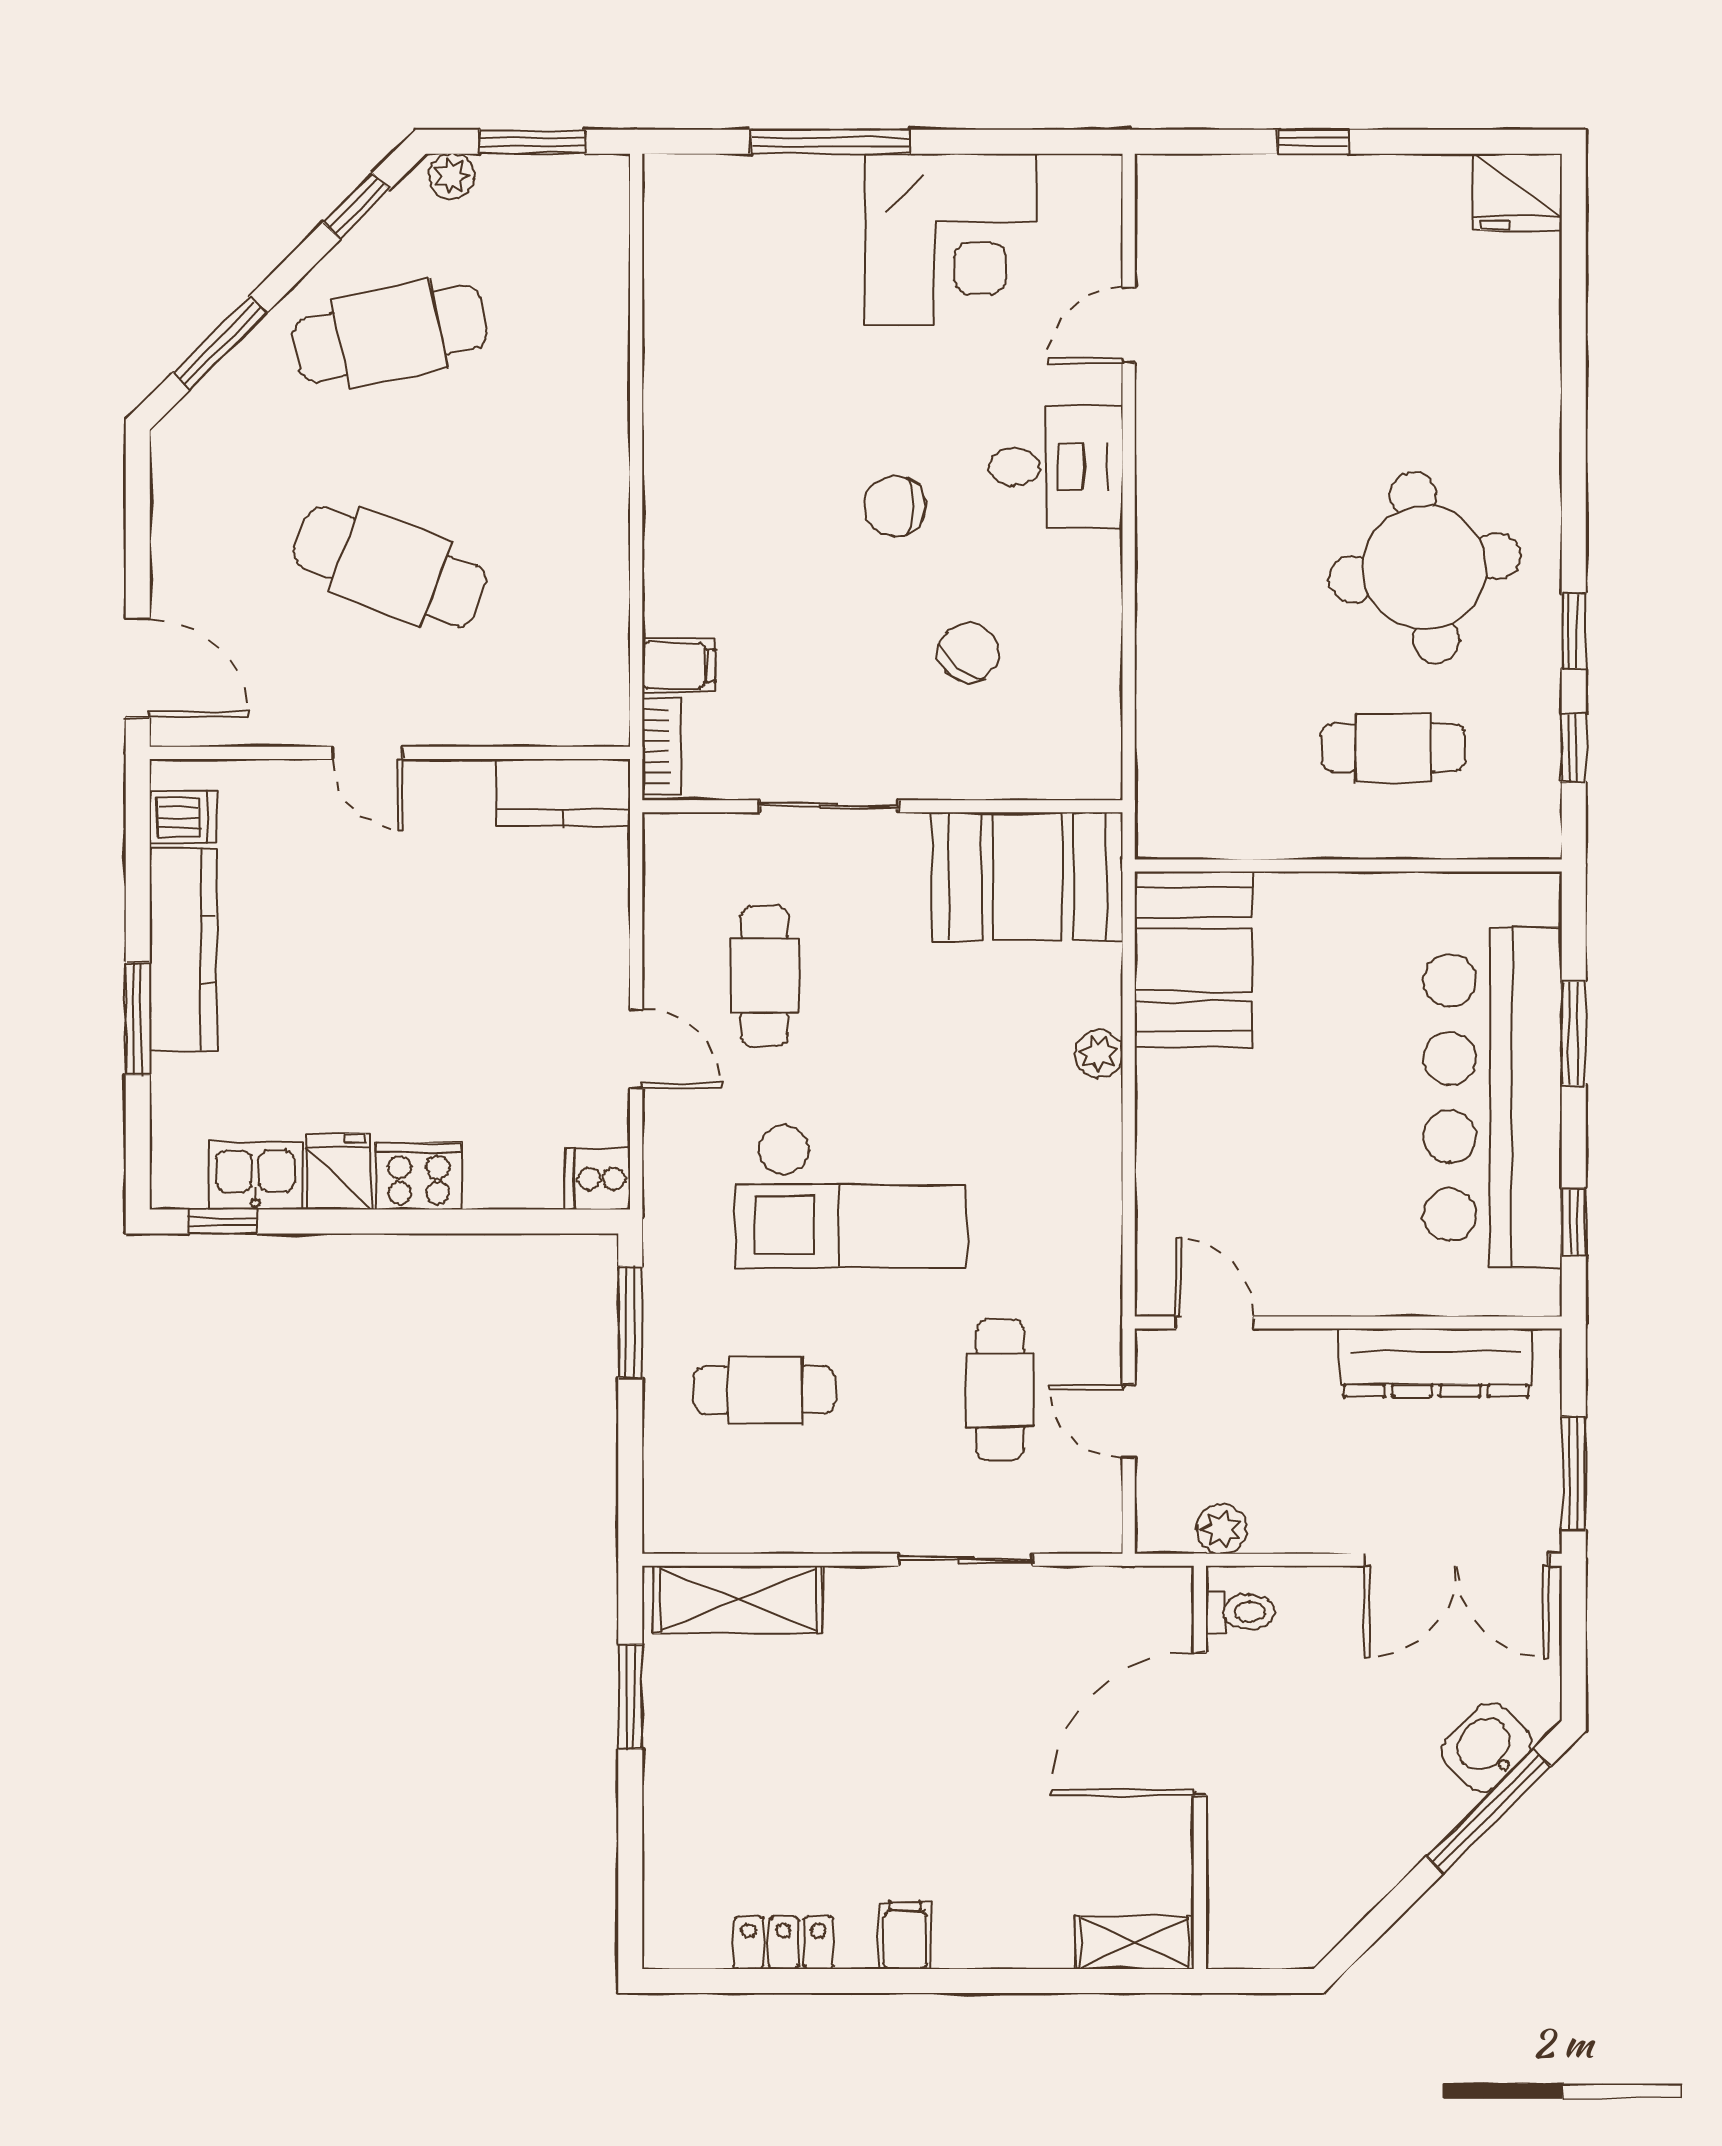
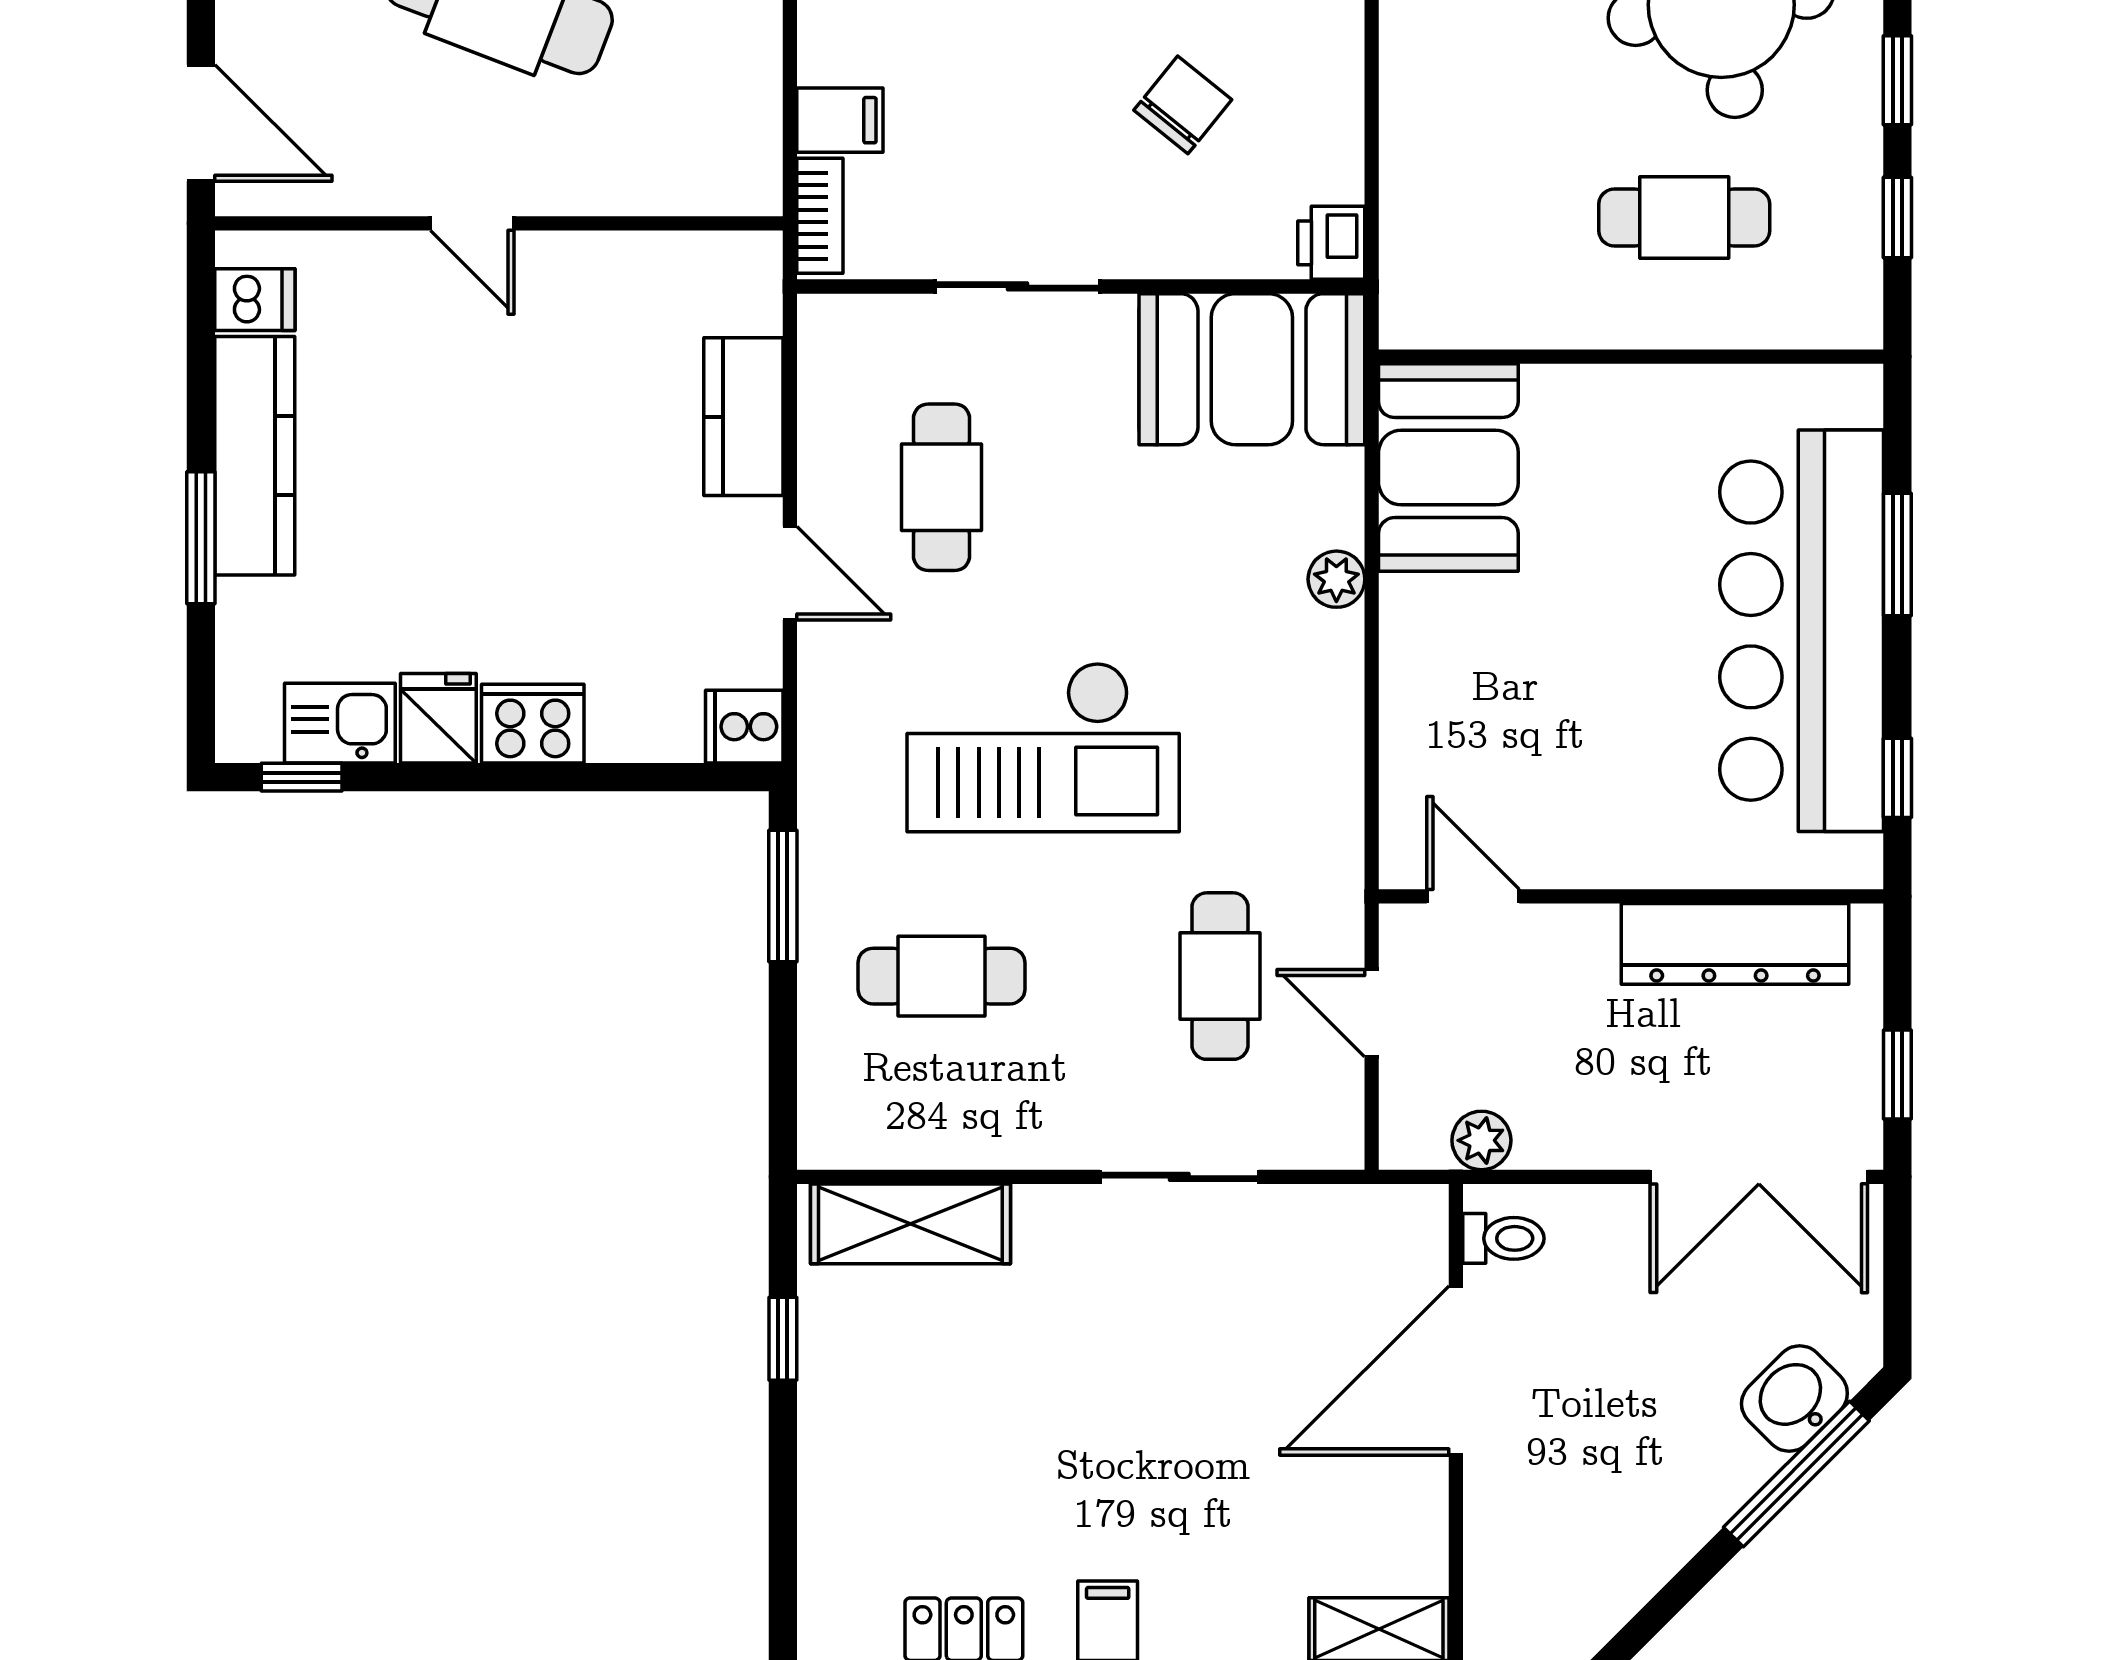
printer: (1094, 769) -> (1331, 243), added
kitchen counter: (563, 792) -> (743, 417), moved, turned 90
window: (1574, 1473) -> (1897, 1074), width x0.67
window: (630, 1697) -> (783, 1339), width x0.67

